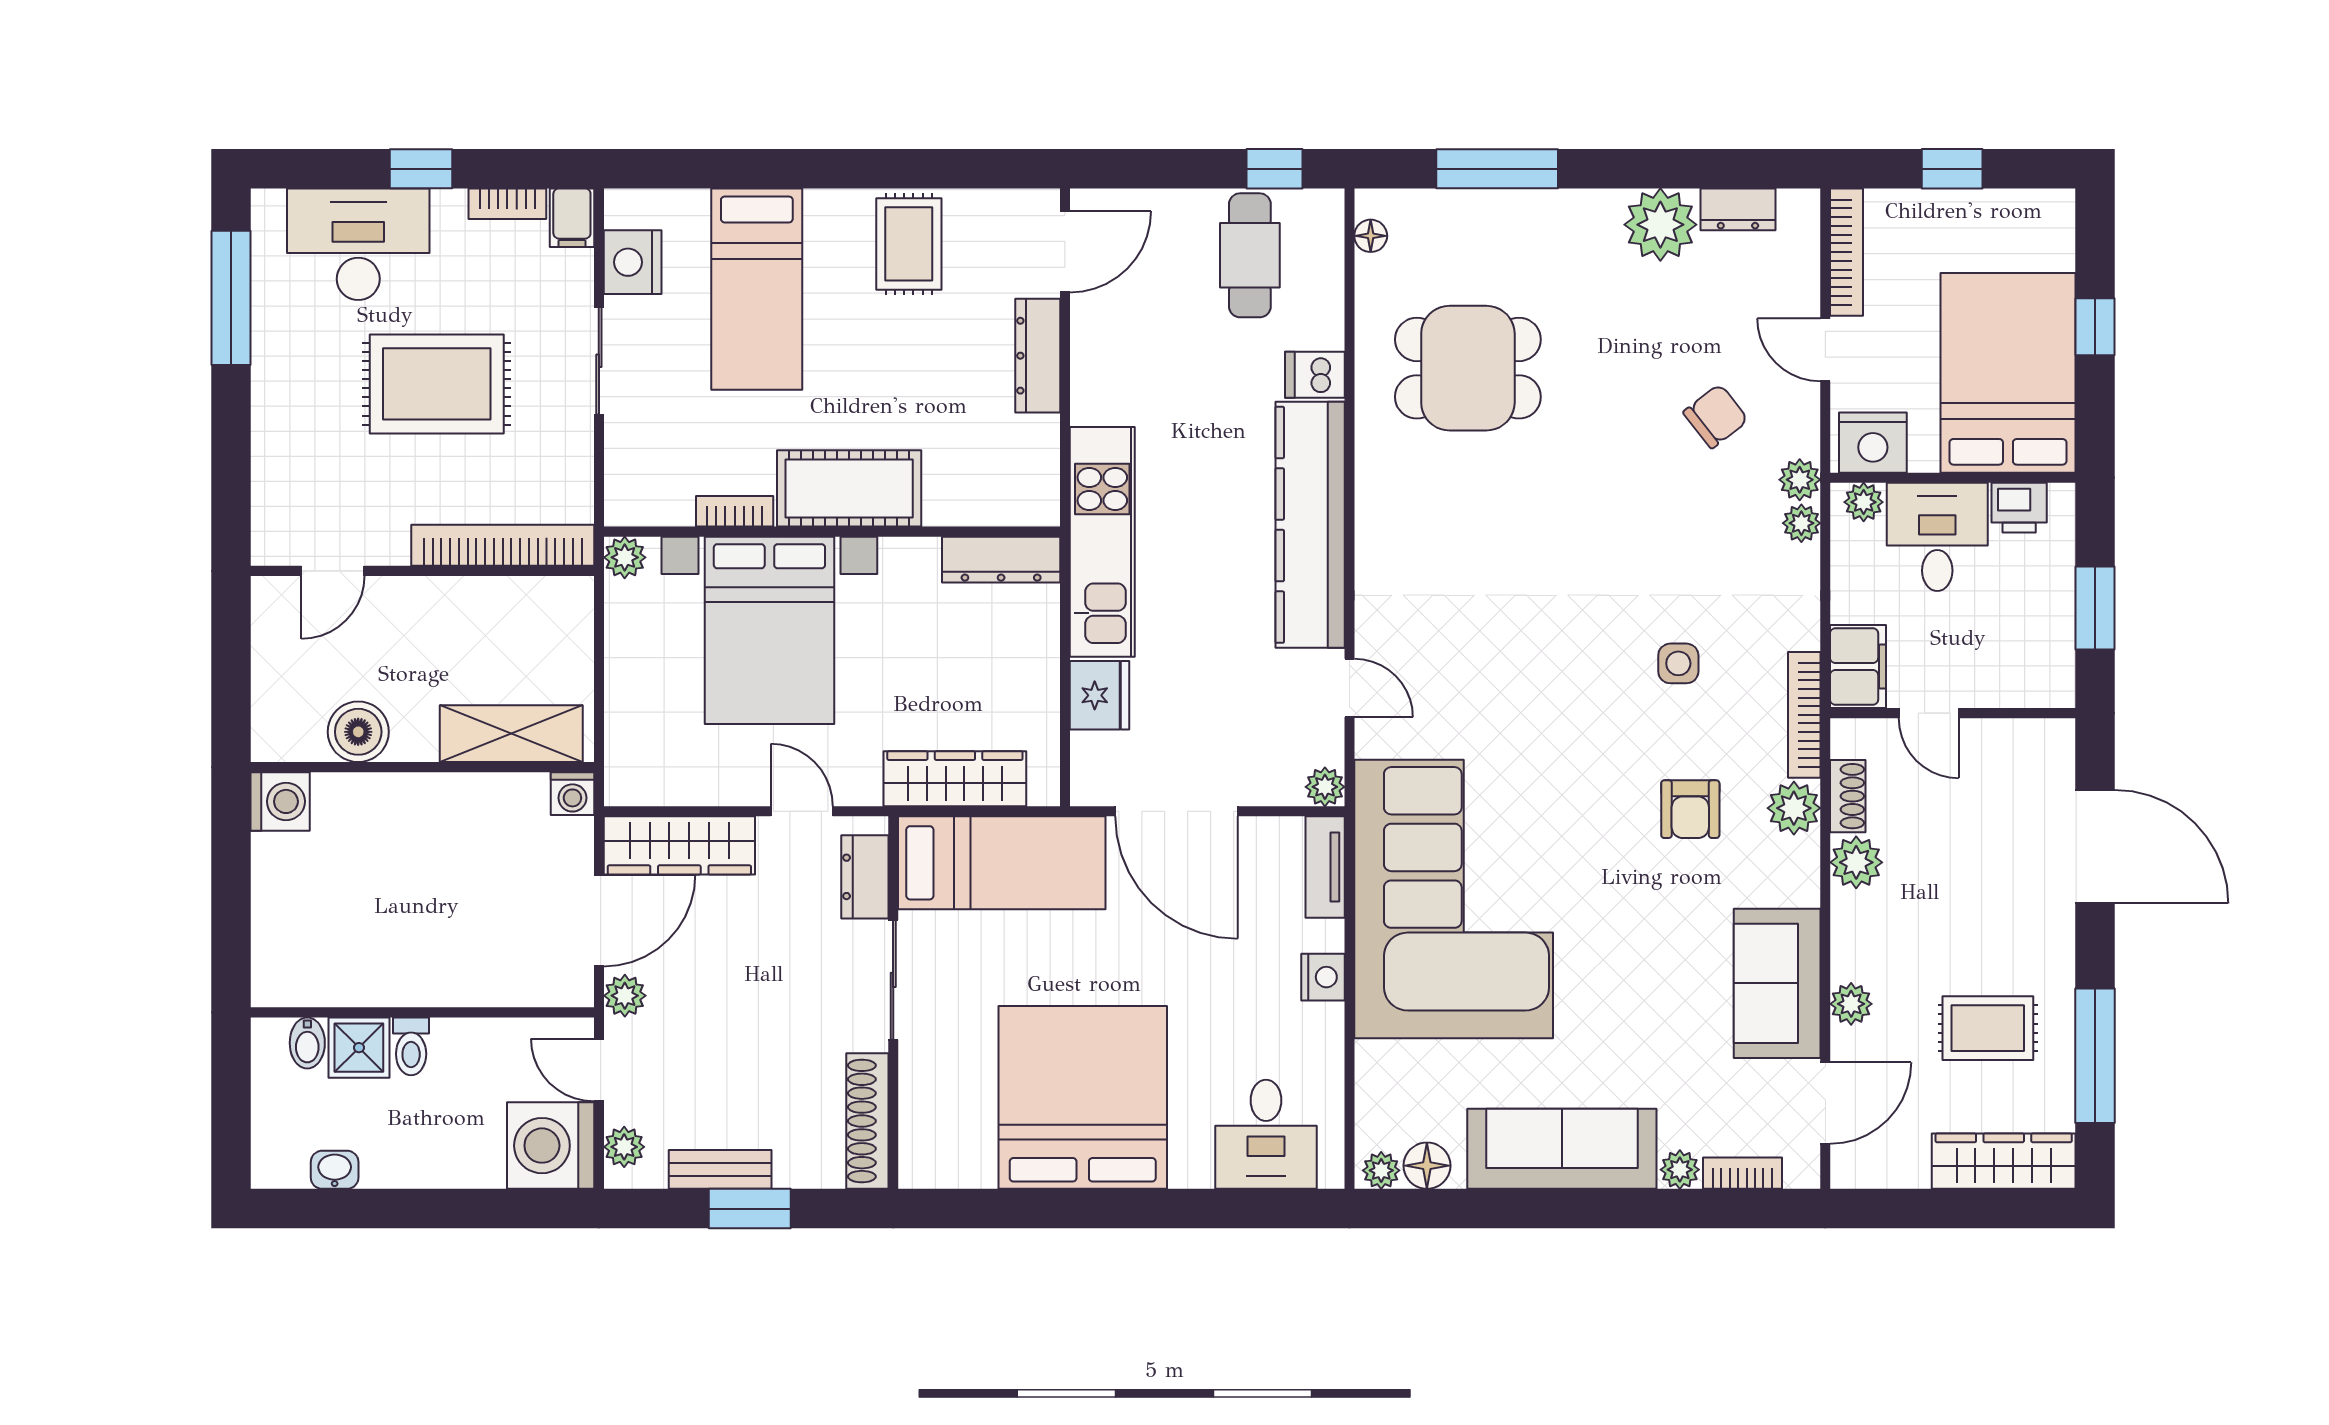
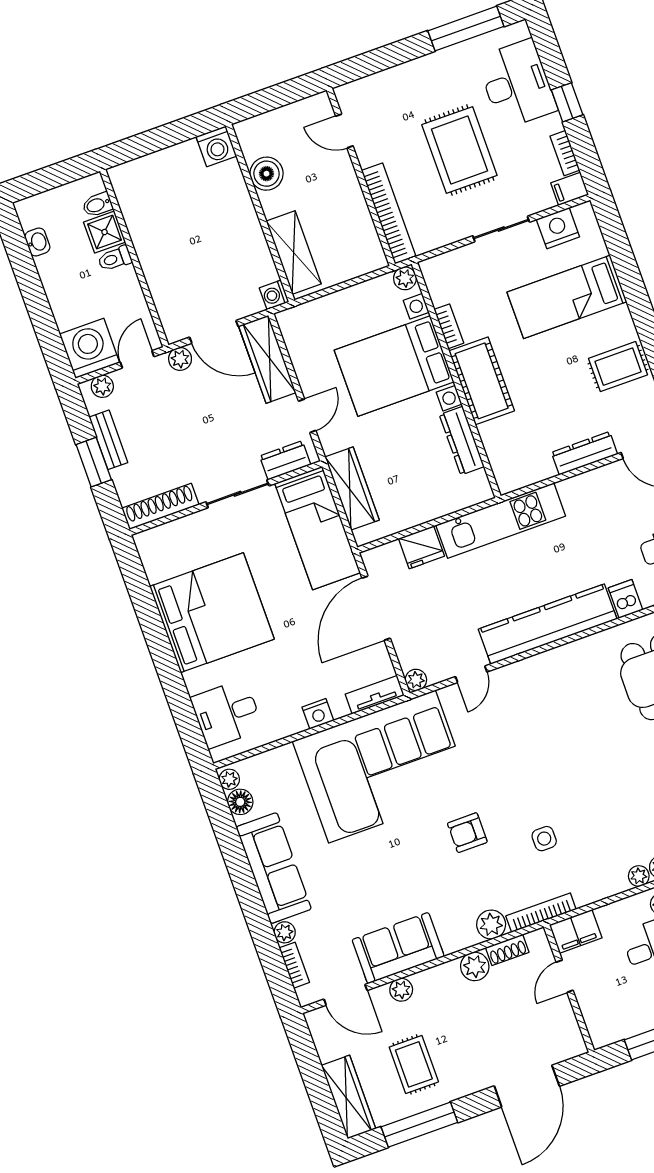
dresser: (1001, 560) -> (462, 441), moved
armchair: (1690, 809) -> (467, 833), moved

